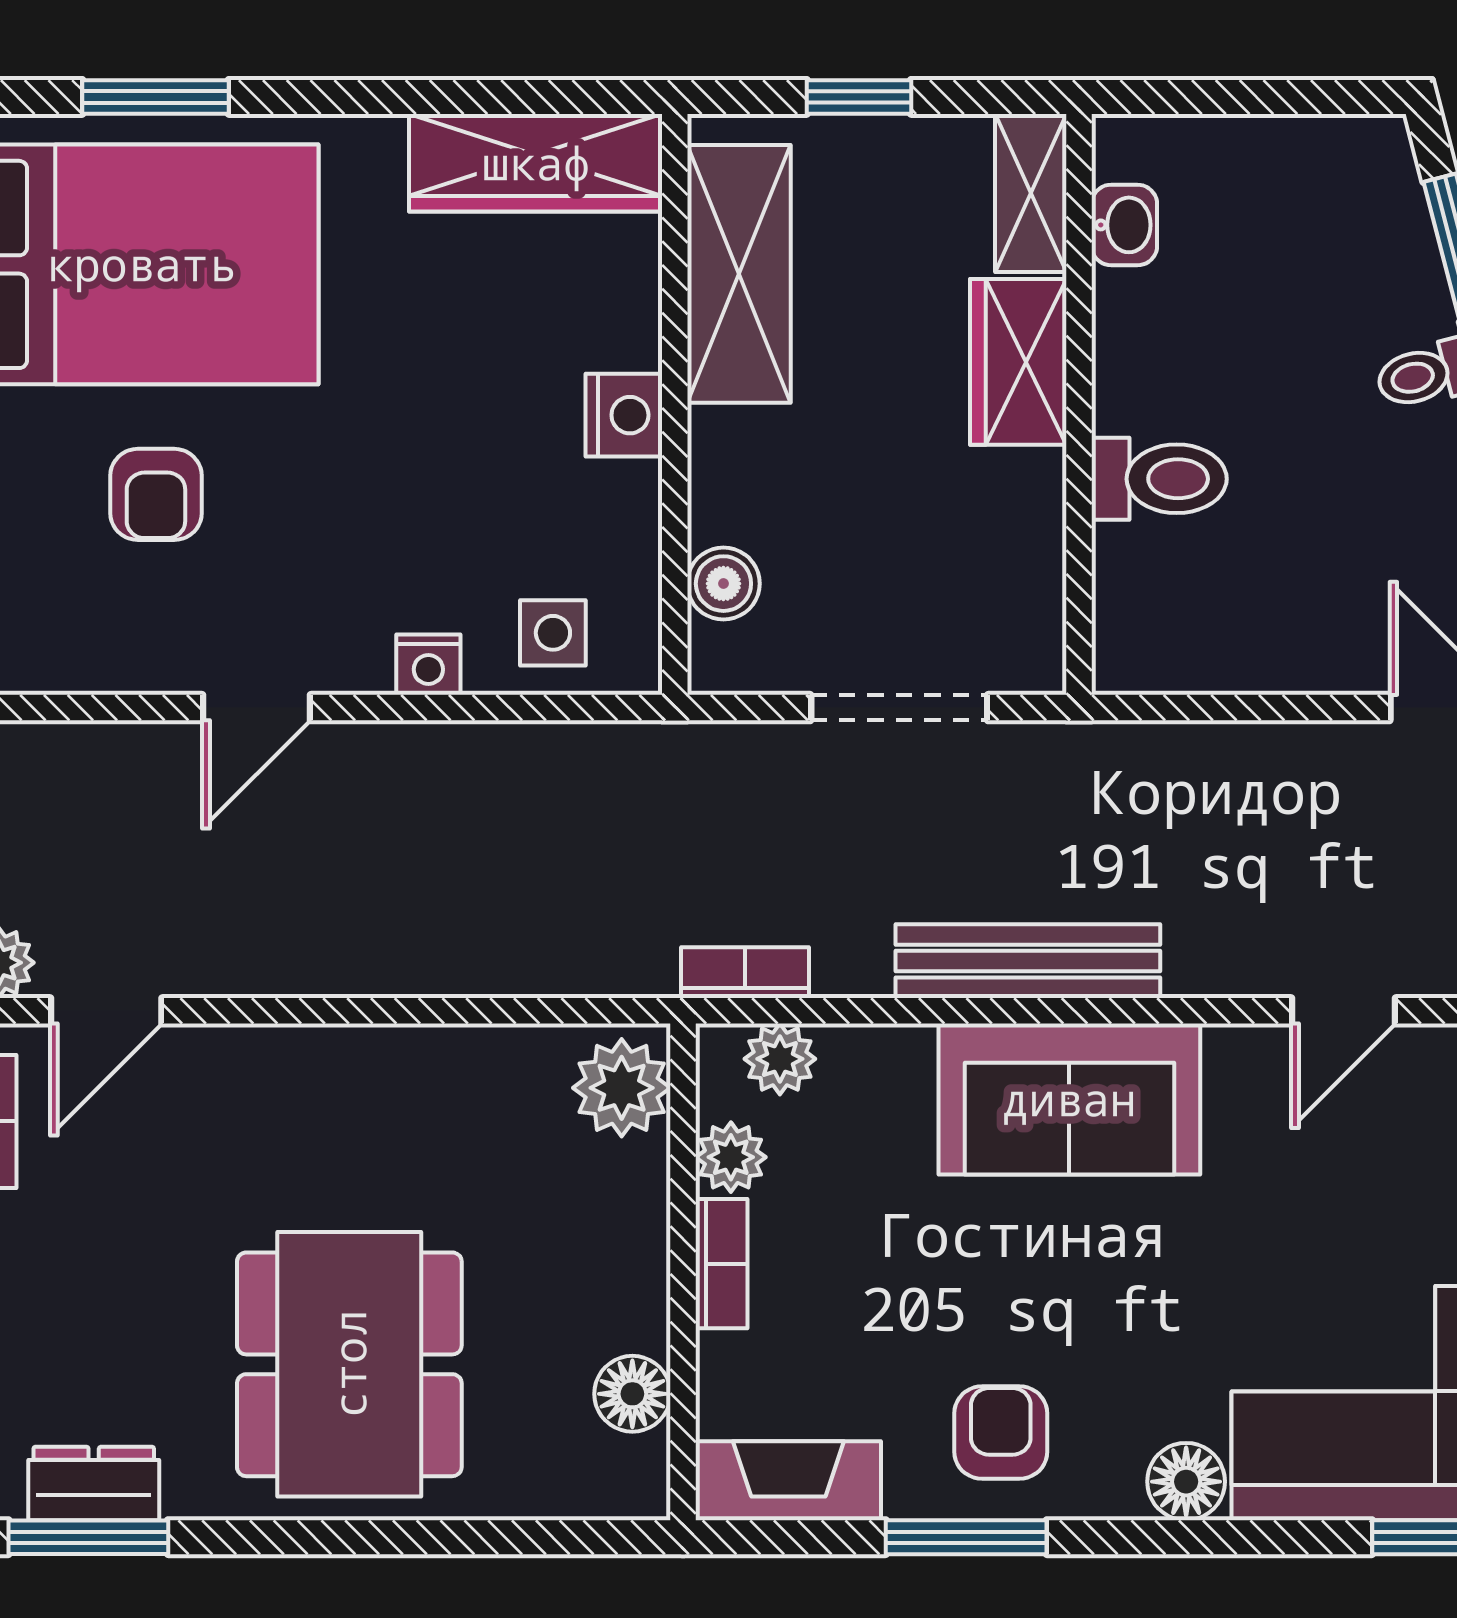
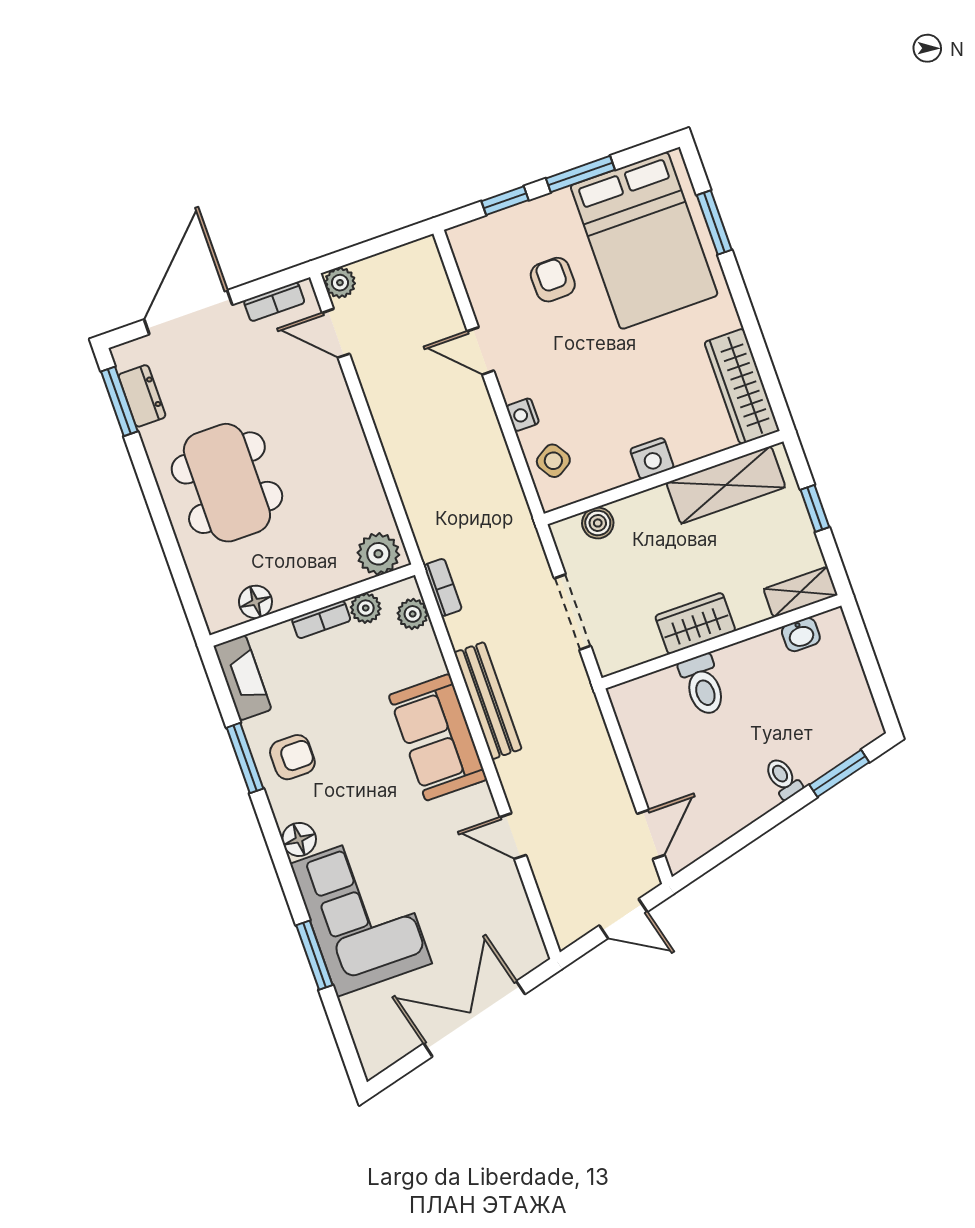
wardrobe: (1018, 362) -> (695, 623), moved
armchair: (156, 494) -> (553, 280), turned 89
side table: (553, 633) -> (553, 461), turned -32
dining table: (349, 1364) -> (227, 483), turned 90

